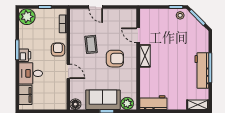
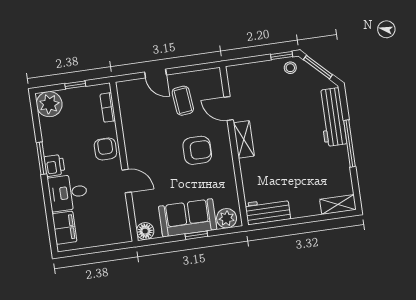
coffee table: (91, 44) -> (183, 101), moved
workbench: (202, 71) -> (332, 117), moved

